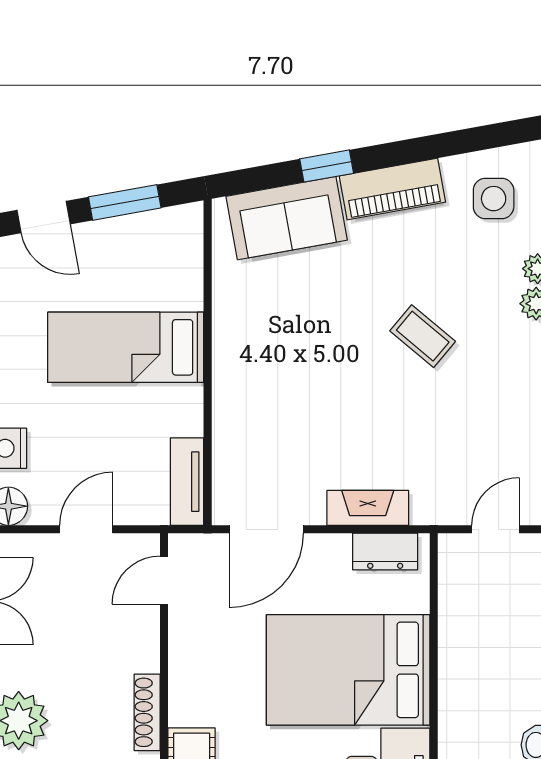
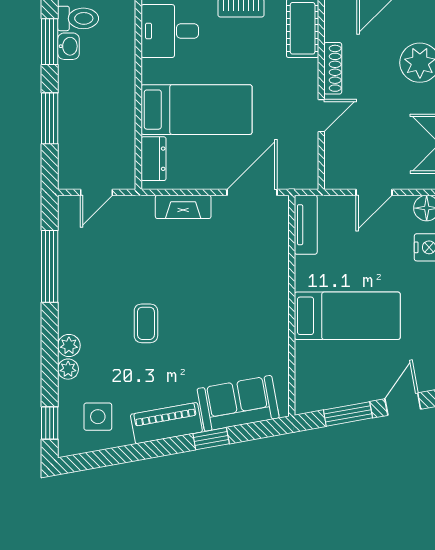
door: (44, 217) -> (403, 404), hinge flipped
coffee table: (423, 336) -> (146, 323), turned 50
dresser: (385, 552) -> (153, 159), moved, turned 90
door: (164, 580) -> (321, 116), moved
bed: (348, 670) -> (197, 110), width x0.67

